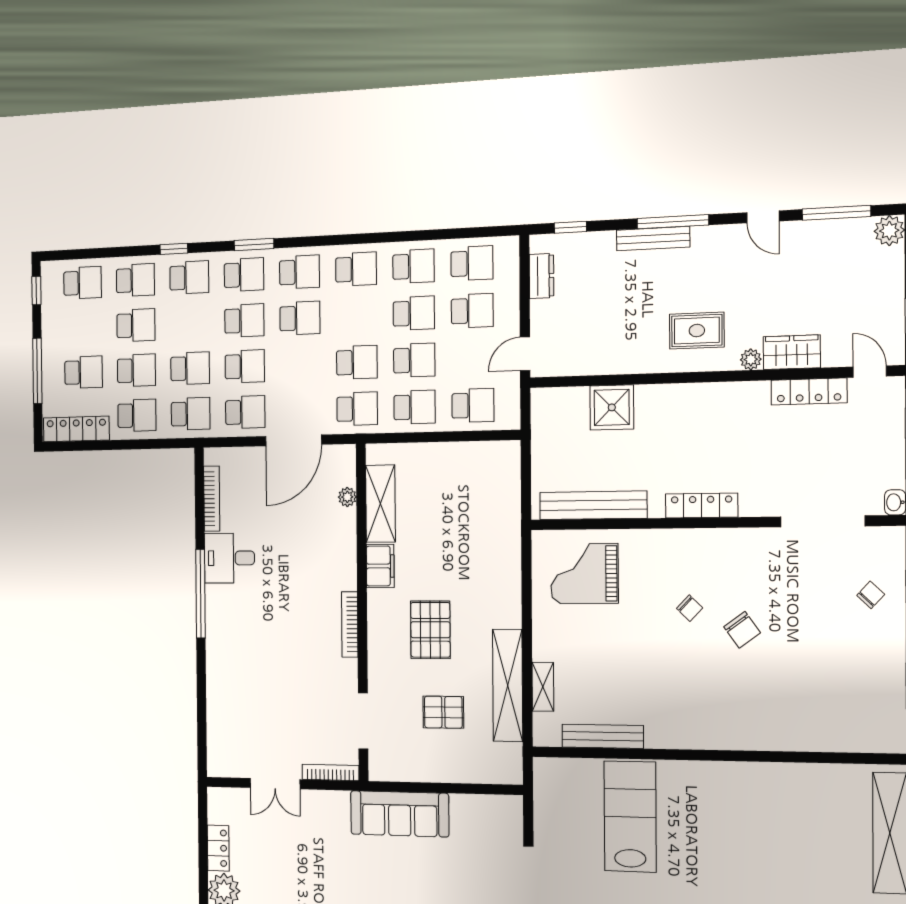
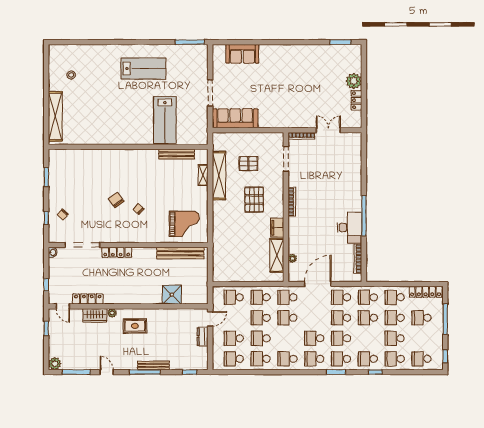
dresser: (542, 276) -> (202, 337), moved
locker: (702, 505) -> (117, 252), moved
desk: (229, 558) -> (349, 228), width x1.37
sofa: (400, 814) -> (235, 118), moved

